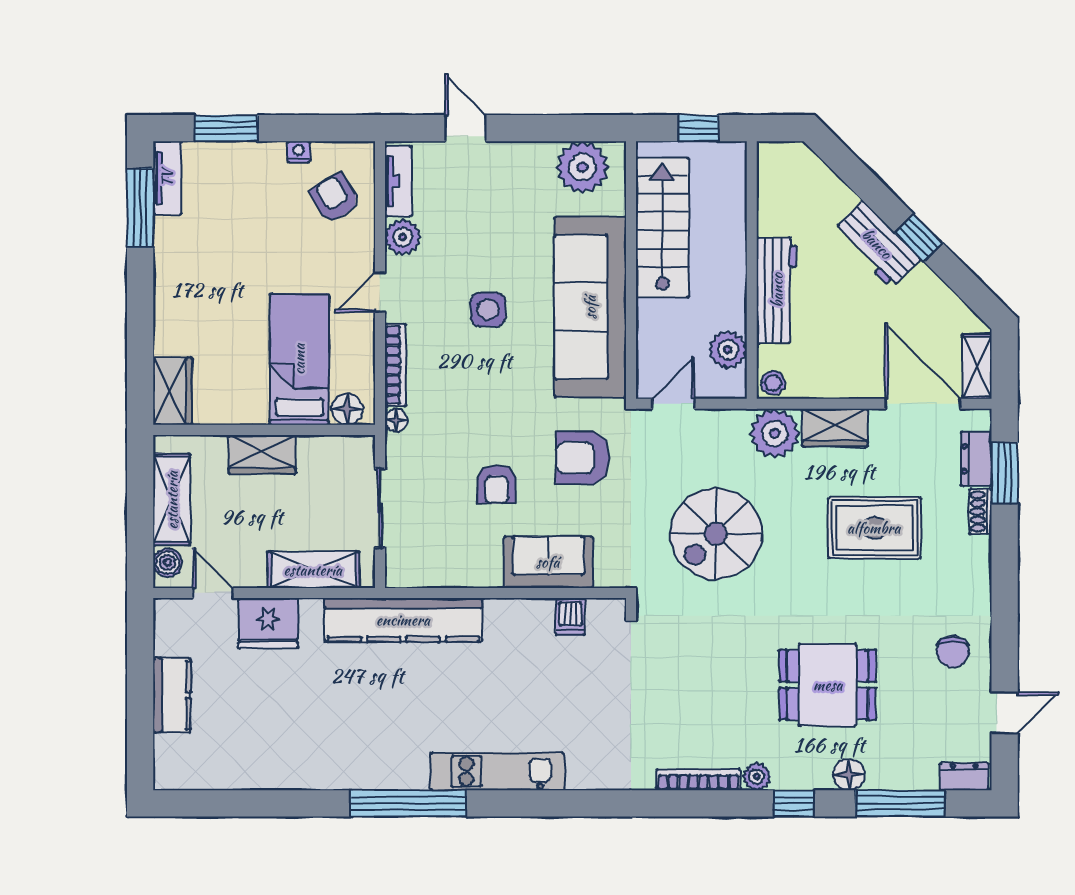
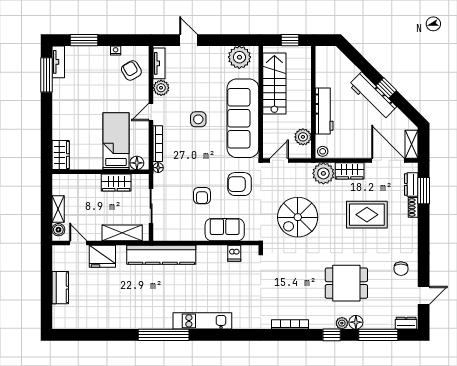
workbench: (877, 244) -> (373, 96), width x1.38
wardrobe: (262, 454) -> (116, 183), moved
shelving: (172, 500) -> (58, 209), width x0.67, depth x0.75
plant: (757, 777) -> (342, 323), moved

